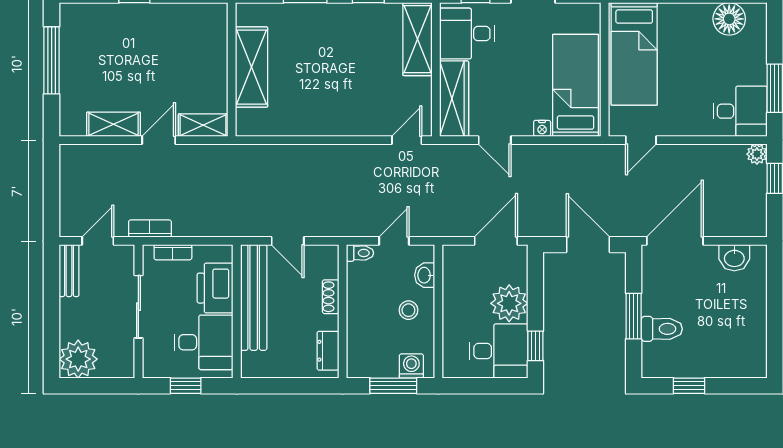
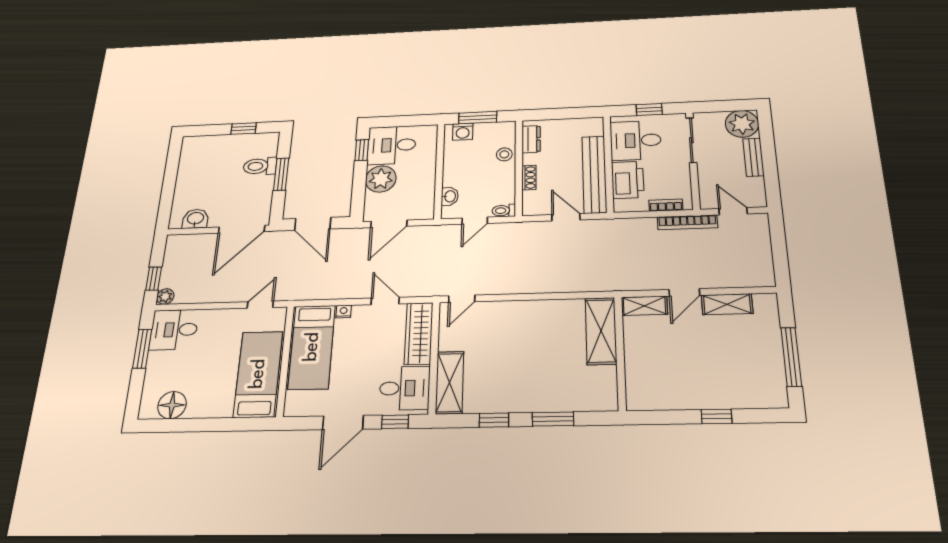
shelving: (252, 67) -> (601, 331), moved
bookcase: (150, 229) -> (687, 222), width x1.56
door: (98, 241) -> (733, 211), swing flipped
bench: (69, 271) -> (753, 157), moved
sliding door: (138, 307) -> (691, 140), moved
stool: (408, 310) -> (504, 154), moved

